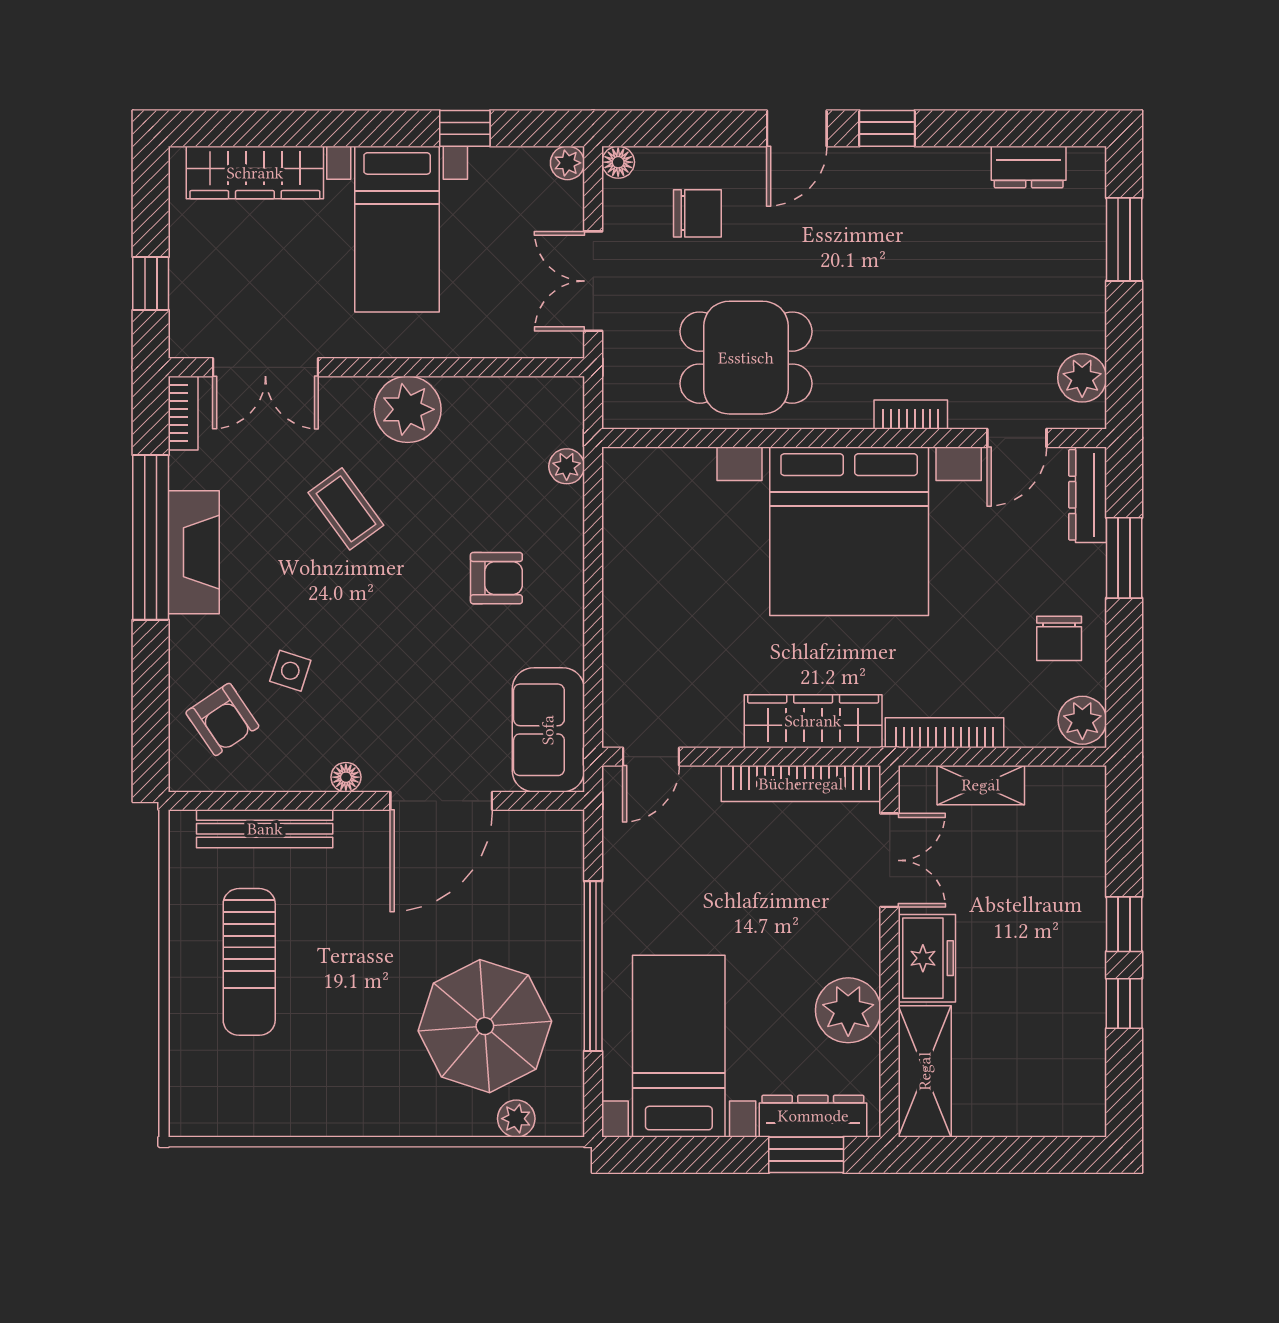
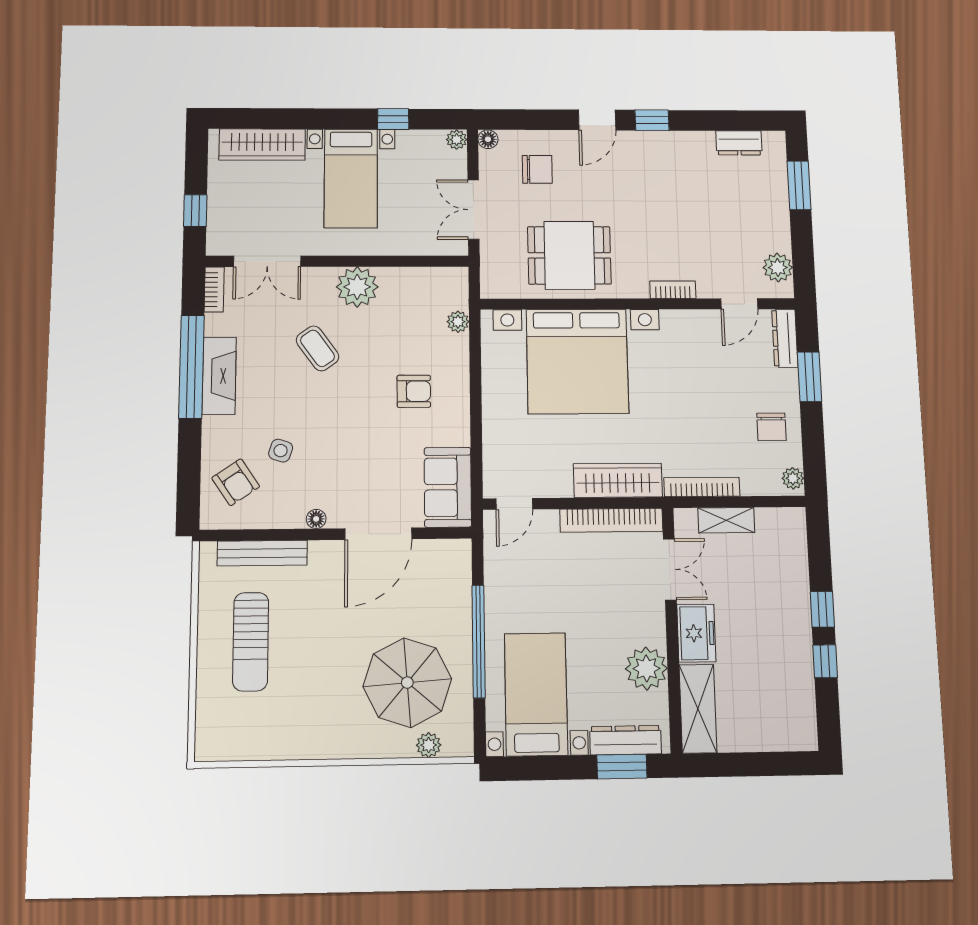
bed with nightstands: (849, 531) -> (577, 361), moved
plant: (1082, 720) -> (793, 478), width x0.73, depth x0.73

